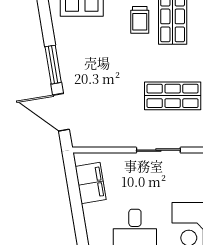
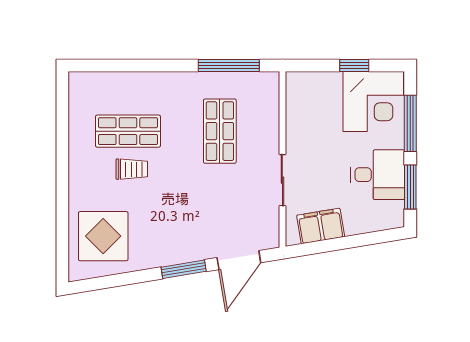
sliding door: (158, 150) -> (282, 180), moved

